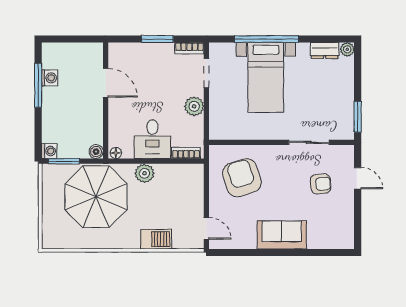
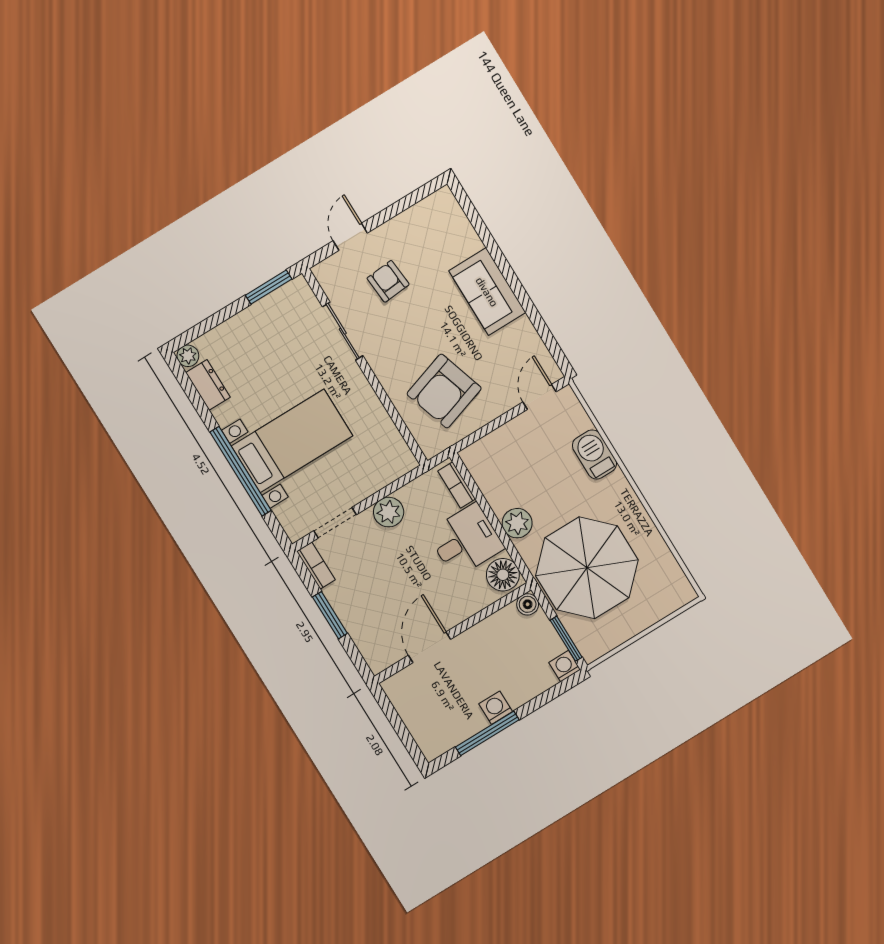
washing machine: (50, 78) -> (496, 708), moved
floor lamp: (116, 153) -> (503, 575), width x1.89, depth x1.89

